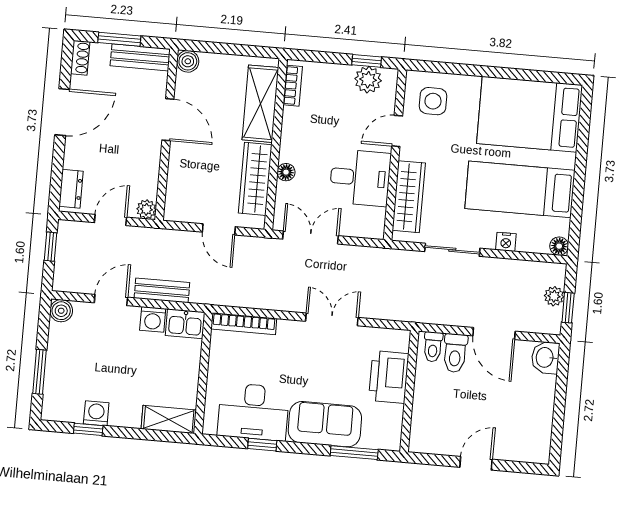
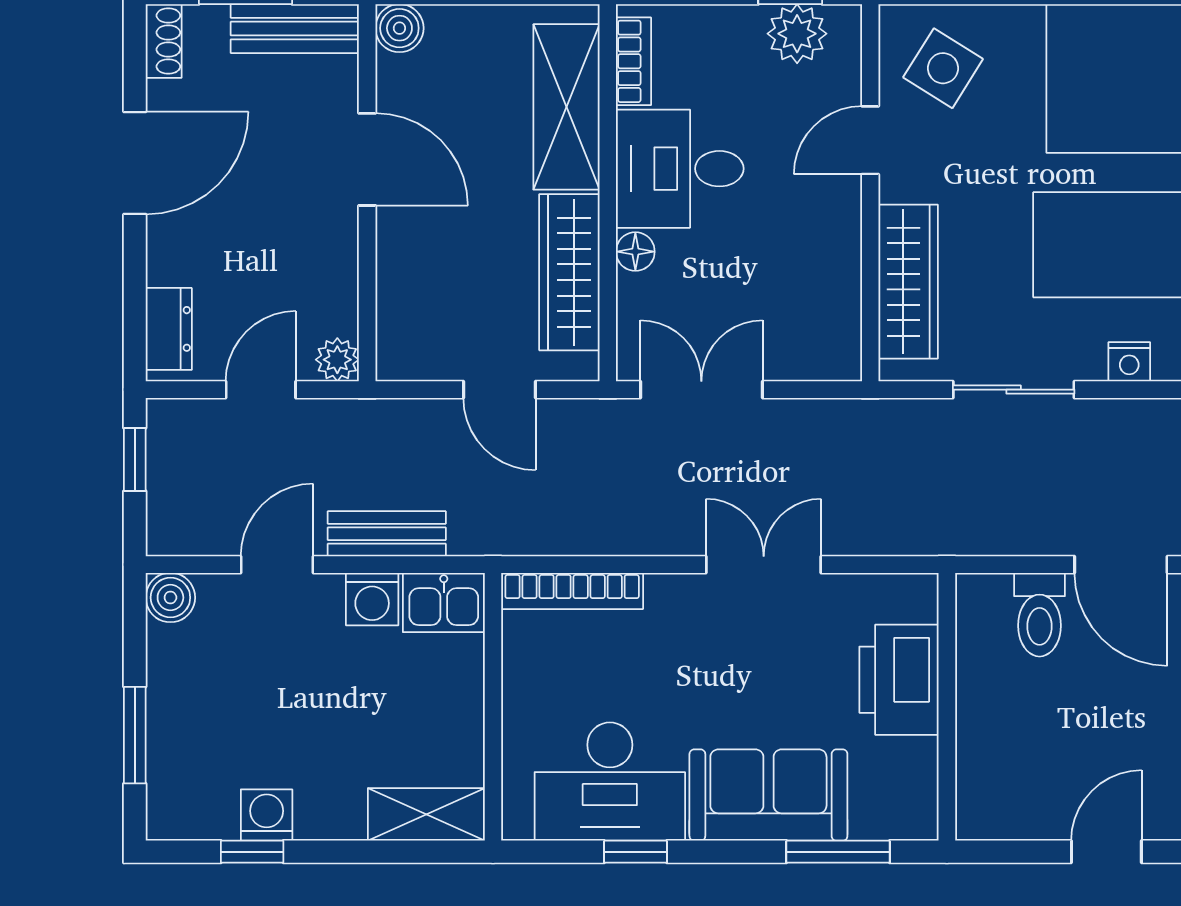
side table: (433, 101) -> (943, 68), turned 32
desk: (360, 178) -> (680, 169), moved, turned 180
toilet: (433, 347) -> (990, 605), removed

